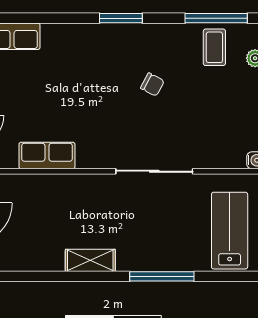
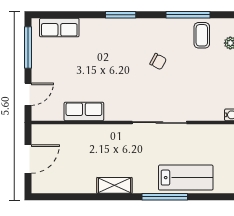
window: (121, 18) -> (121, 15), moved
window: (216, 18) -> (188, 15), moved
lab bench: (230, 231) -> (186, 178), moved, turned 90

